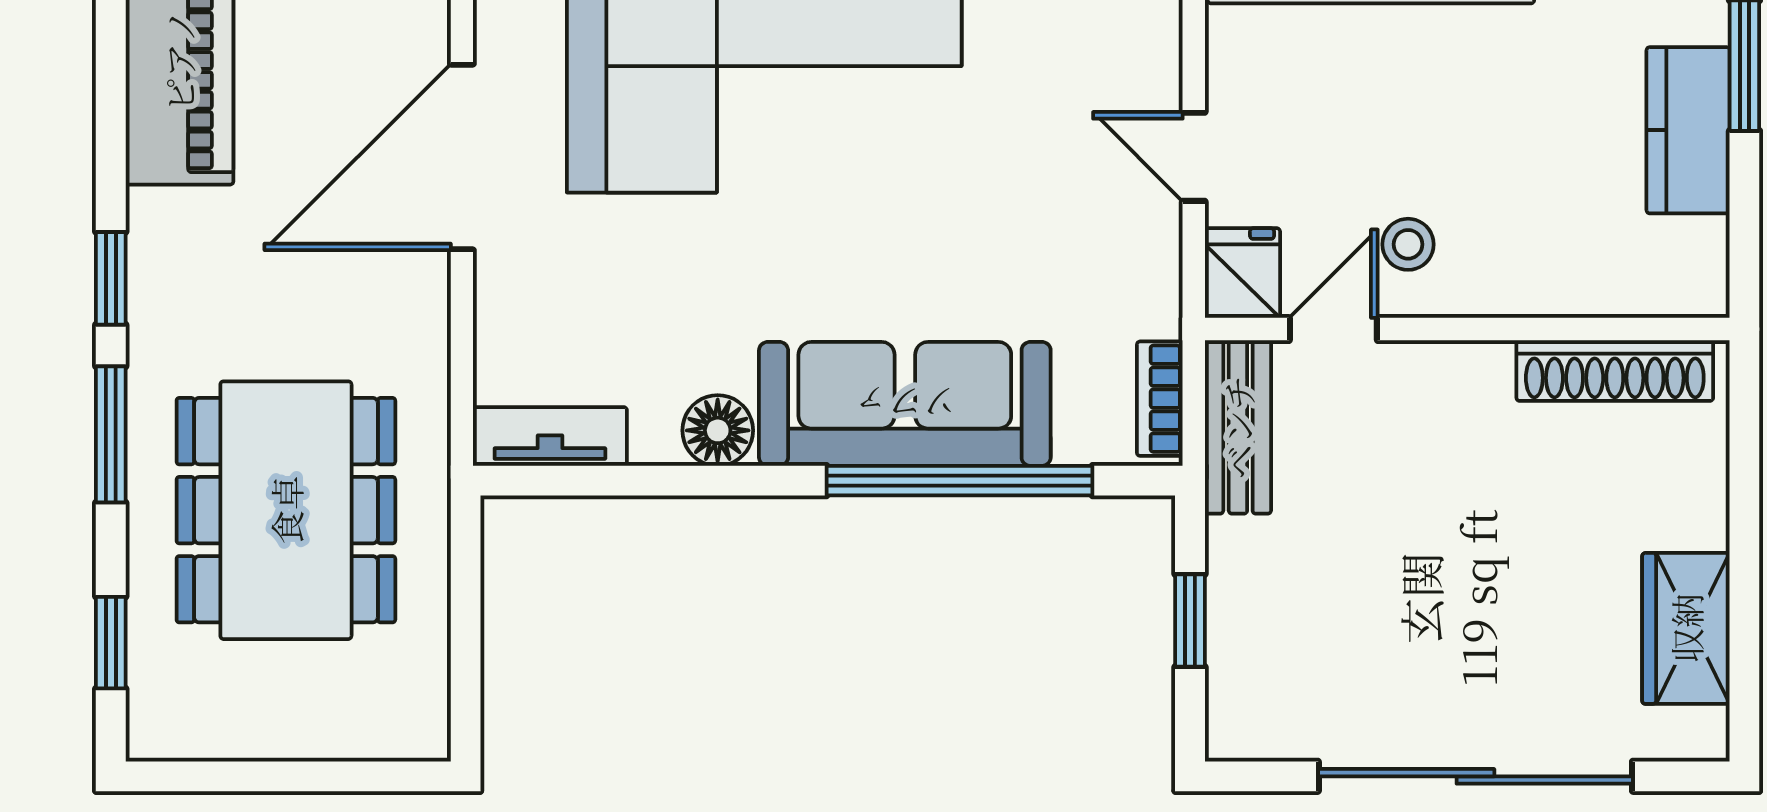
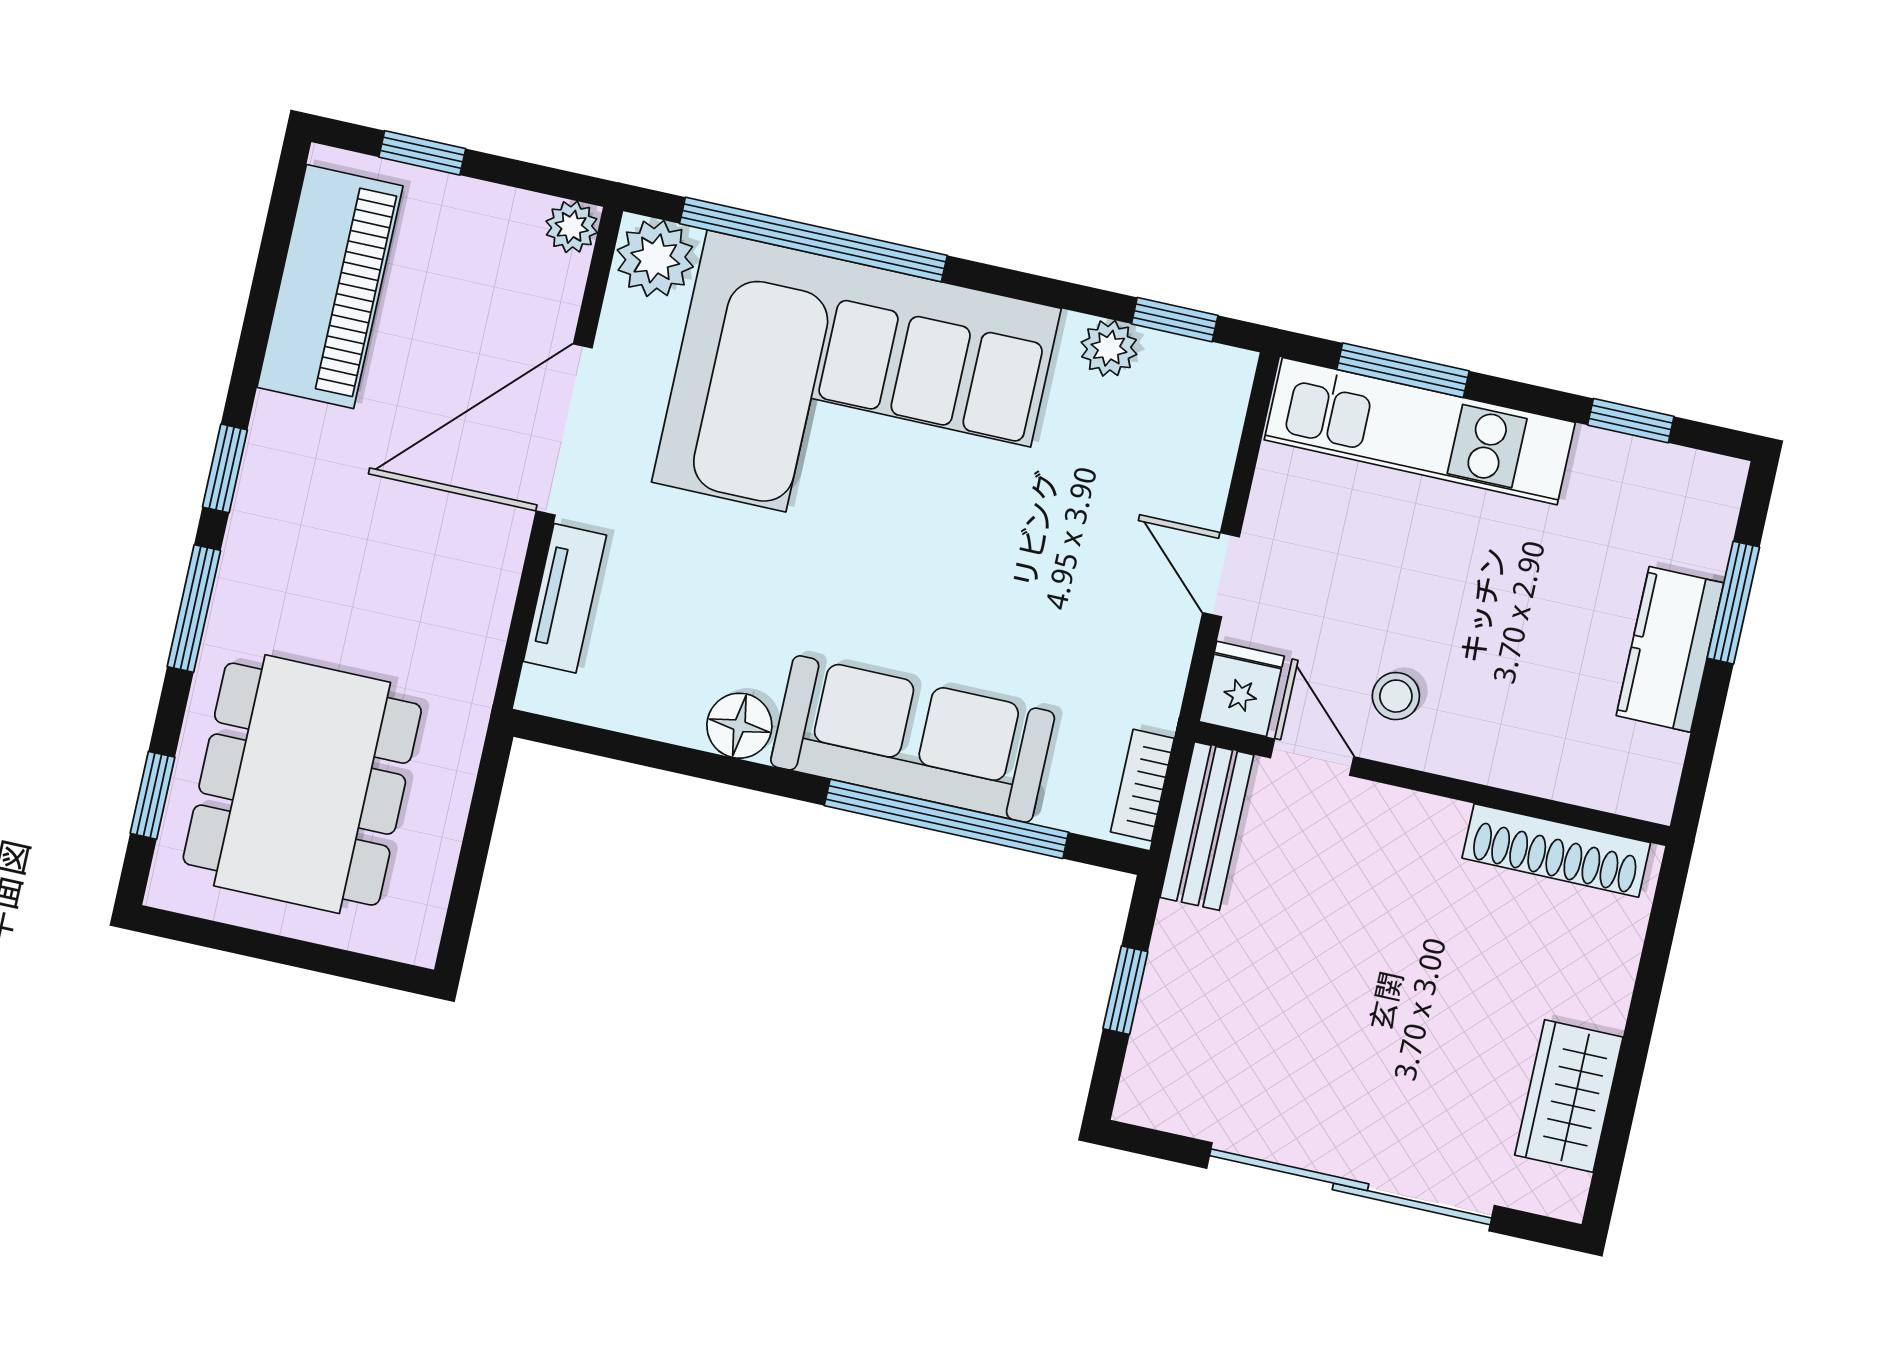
door: (1333, 329) -> (1312, 757), hinge flipped
tv unit: (550, 436) -> (565, 598), moved, turned 90
dining table: (286, 510) -> (302, 784), moved

